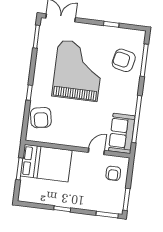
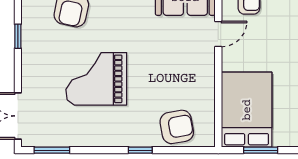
grand piano: (78, 71) -> (96, 79), width x0.73, depth x0.68
door: (96, 151) -> (218, 34), swing flipped

